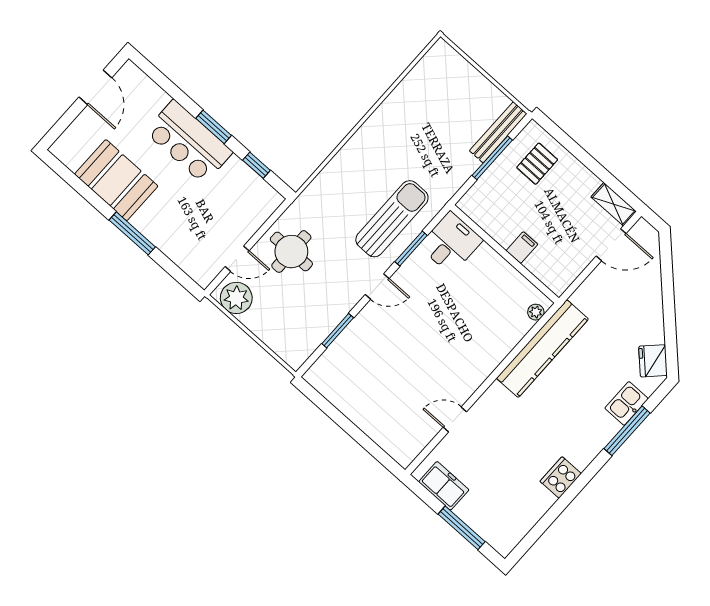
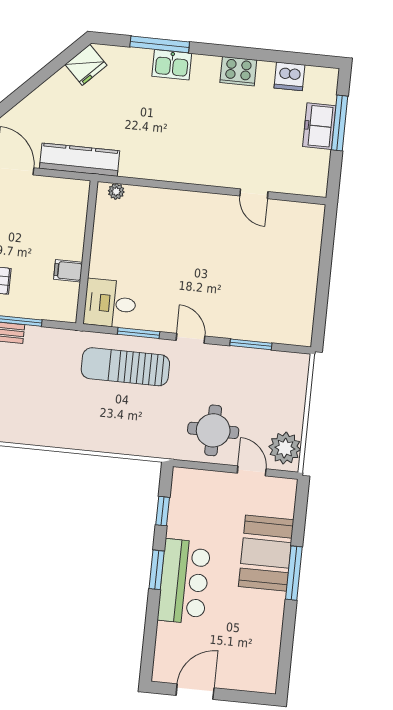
booth: (116, 180) -> (266, 553), moved
filing cabinet: (522, 248) -> (68, 271), moved
kitchen counter: (542, 349) -> (80, 160), moved, width x0.72, depth x0.86
kitchen sink: (626, 403) -> (172, 65), moved
freezer: (444, 486) -> (319, 126), moved
dishwasher: (527, 515) -> (289, 76), added

